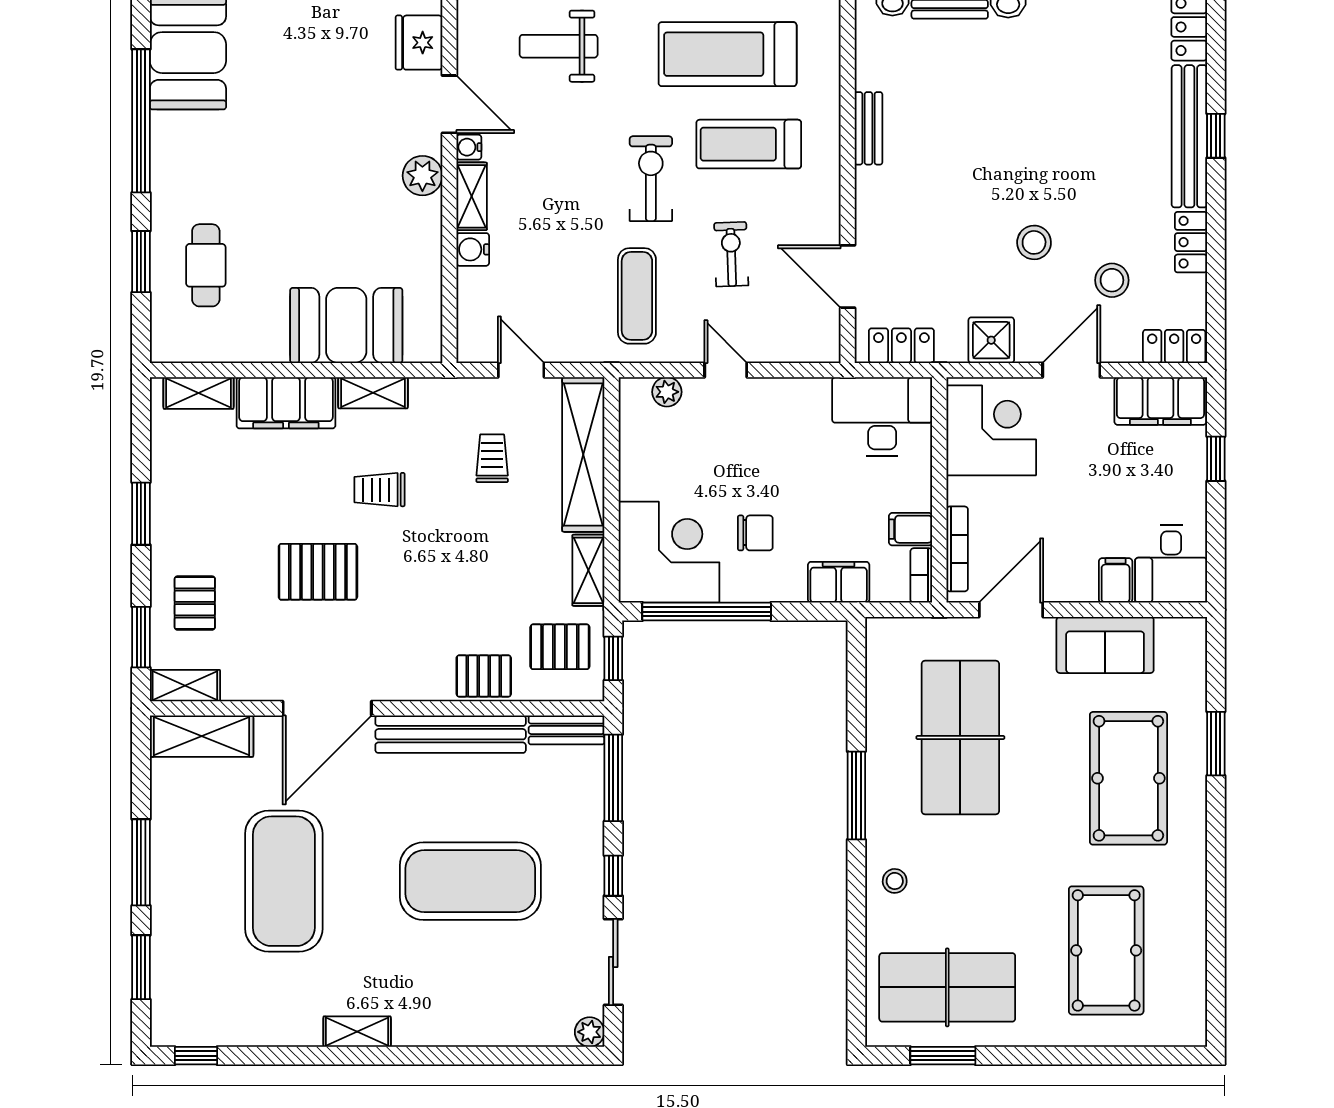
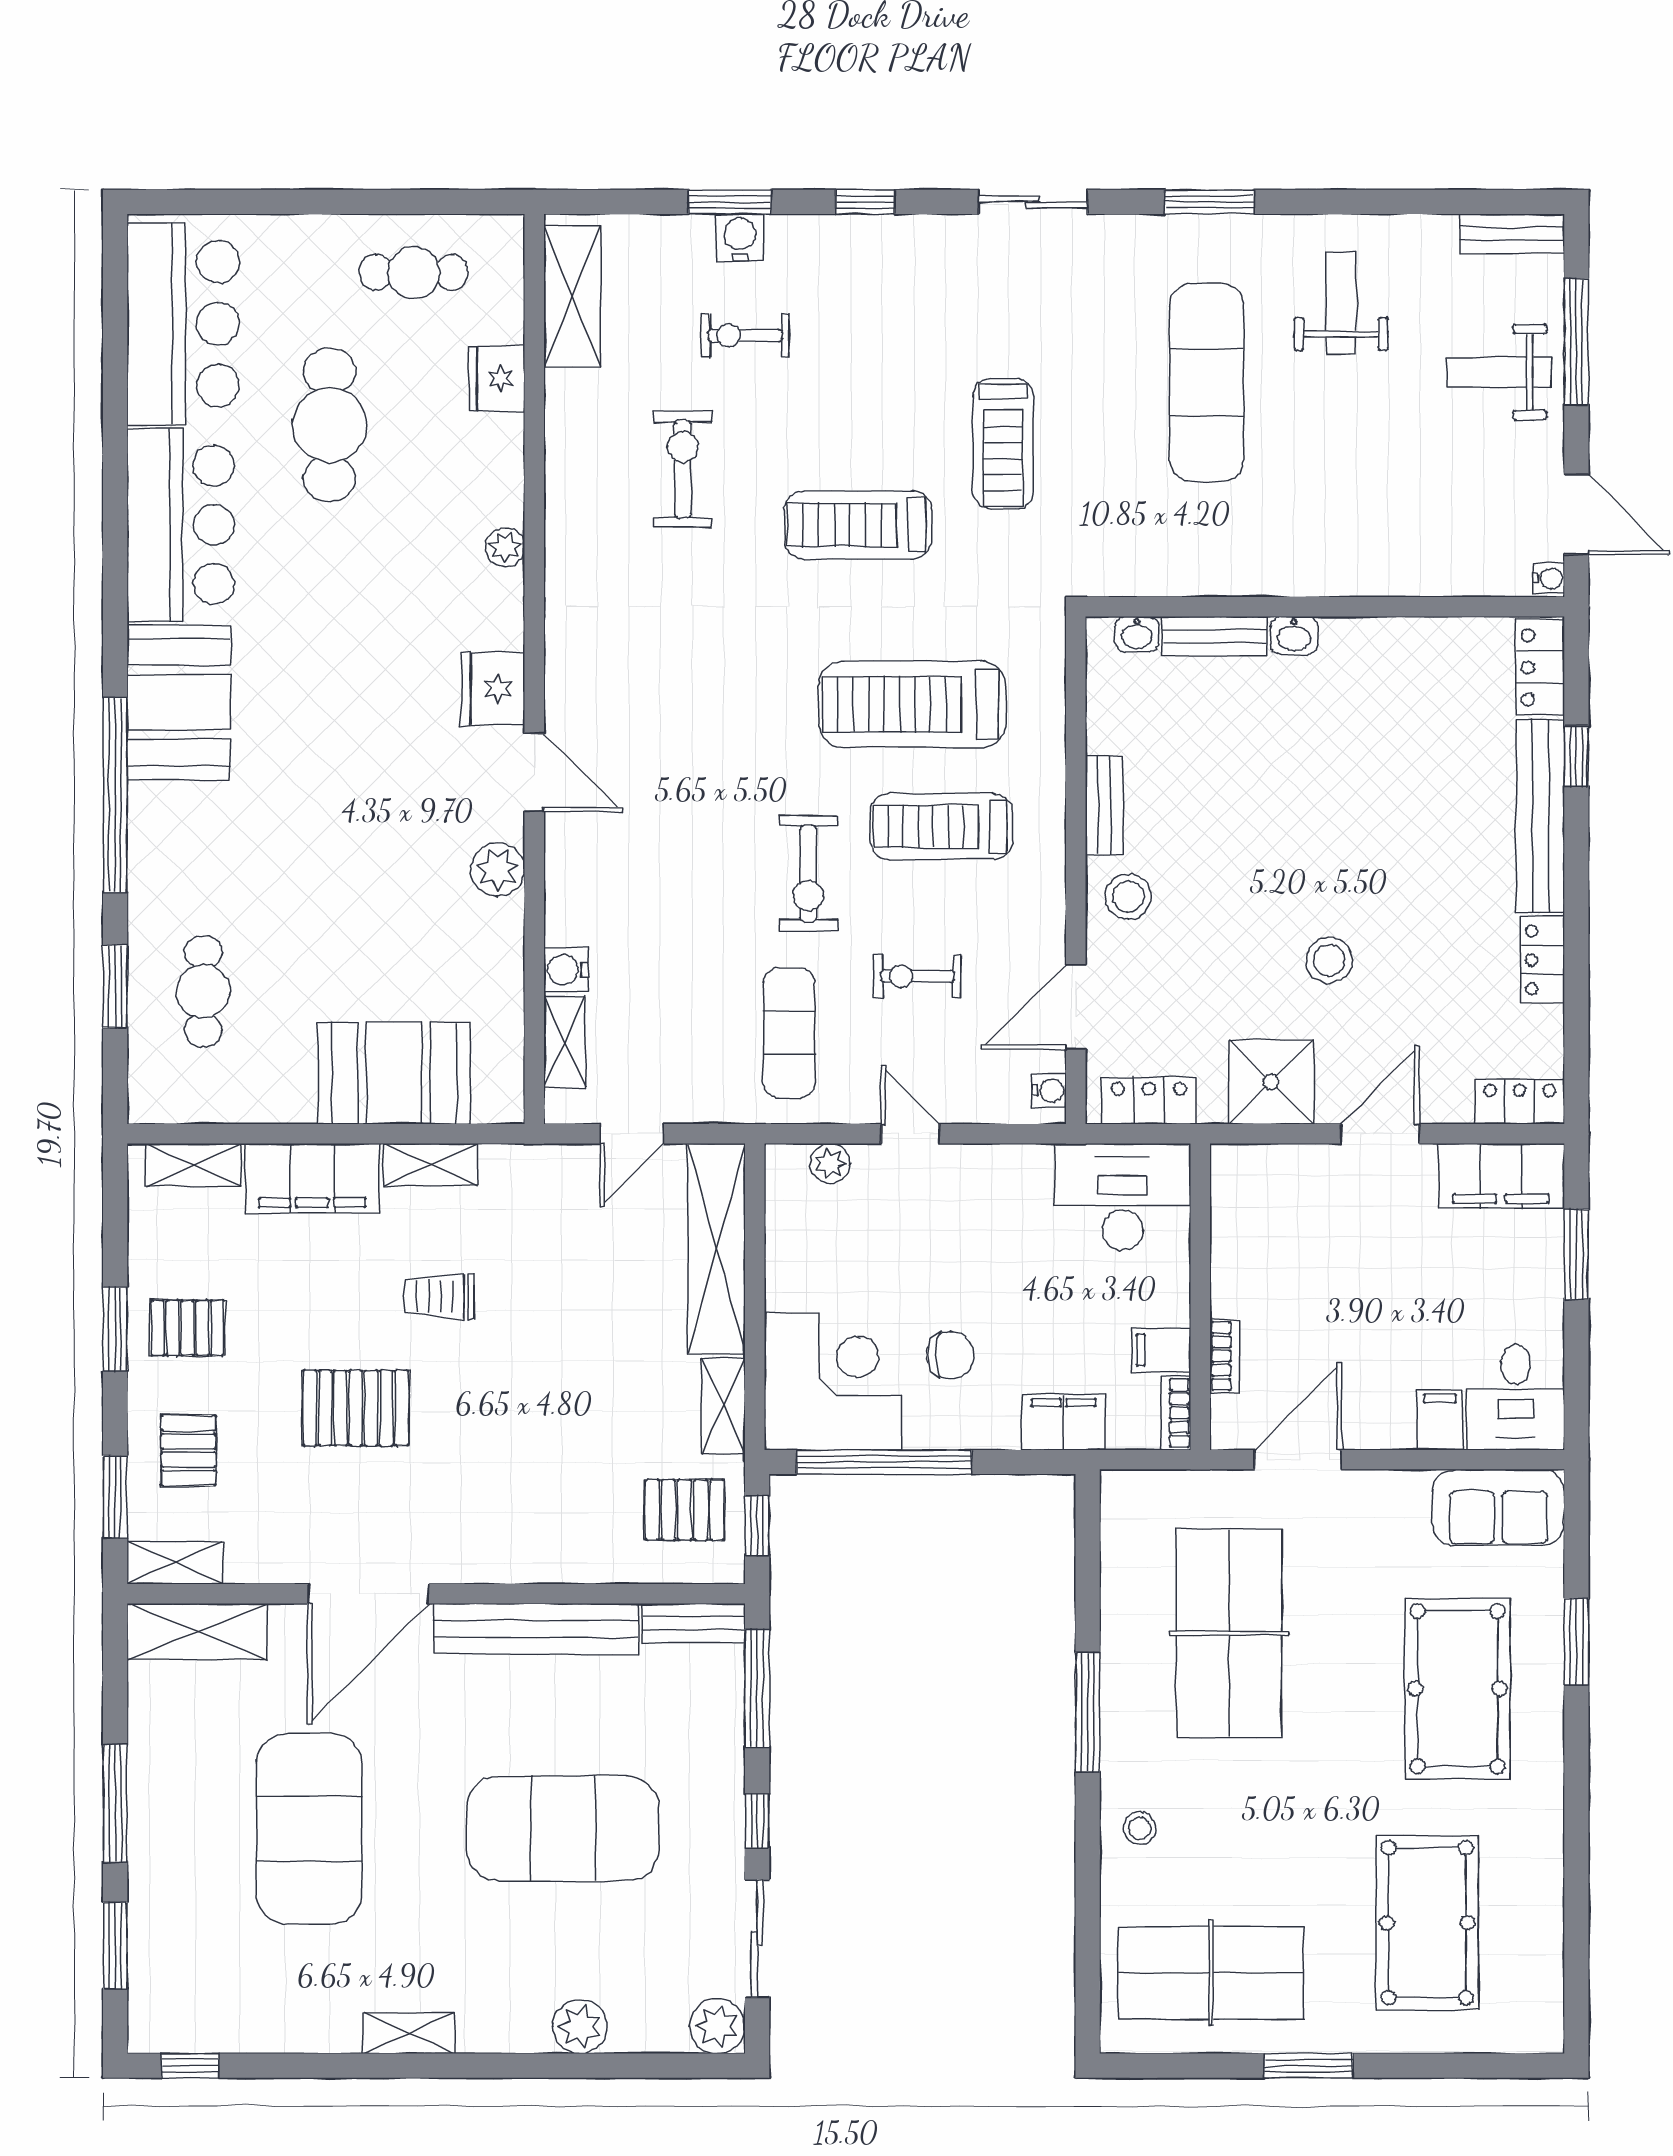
weight bench: (559, 46) -> (683, 693), removed
window: (1216, 136) -> (1576, 757), moved
water cooler: (469, 147) -> (1049, 1090), moved, turned 180
exercise bike: (651, 179) -> (808, 874), turned 180
shelving: (472, 196) -> (565, 1042), moved
exercise bike: (731, 254) -> (918, 976), turned -88
door: (848, 277) -> (1076, 1007), hinge flipped
stool: (1112, 280) -> (1128, 897), moved
shower: (991, 340) -> (1271, 1082), width x1.36, depth x1.36
door: (521, 370) -> (632, 1134), swing flipped
corner desk: (991, 430) -> (1271, 1216), removed
trolley: (492, 458) -> (592, 1254), removed
window: (1216, 459) -> (1576, 1254), width x1.50
bookcase: (957, 549) -> (1225, 1356), width x0.64
sofa: (1105, 645) -> (1498, 1507), moved
pallet: (484, 676) -> (188, 1328), moved
plant: (483, 1027) -> (580, 2026), added
plant: (590, 1032) -> (717, 2026), width x1.38, depth x1.38
window: (943, 1056) -> (1308, 2066), moved

